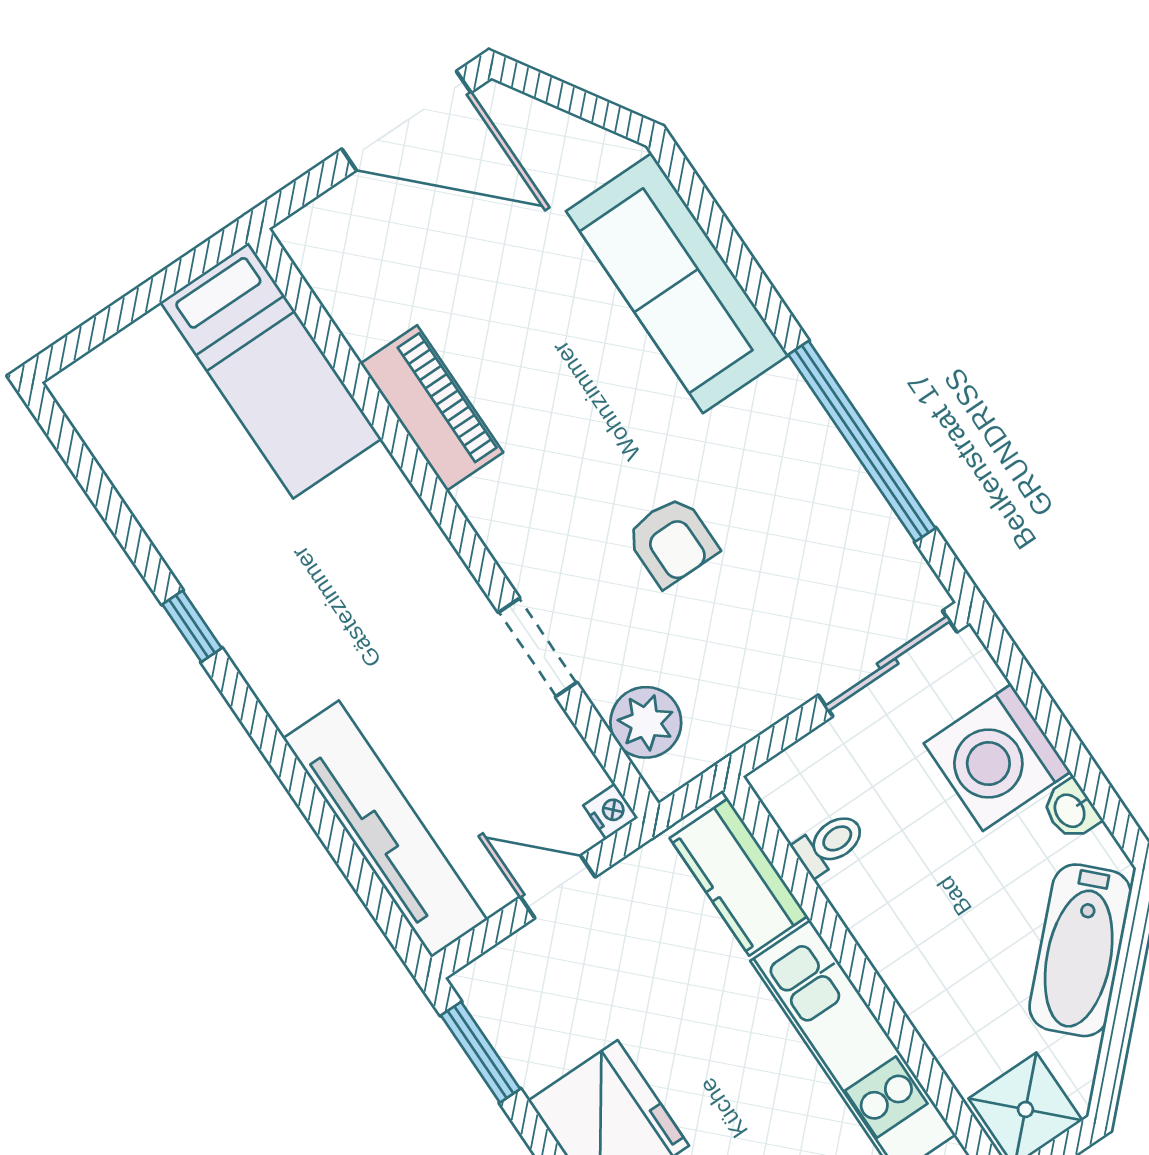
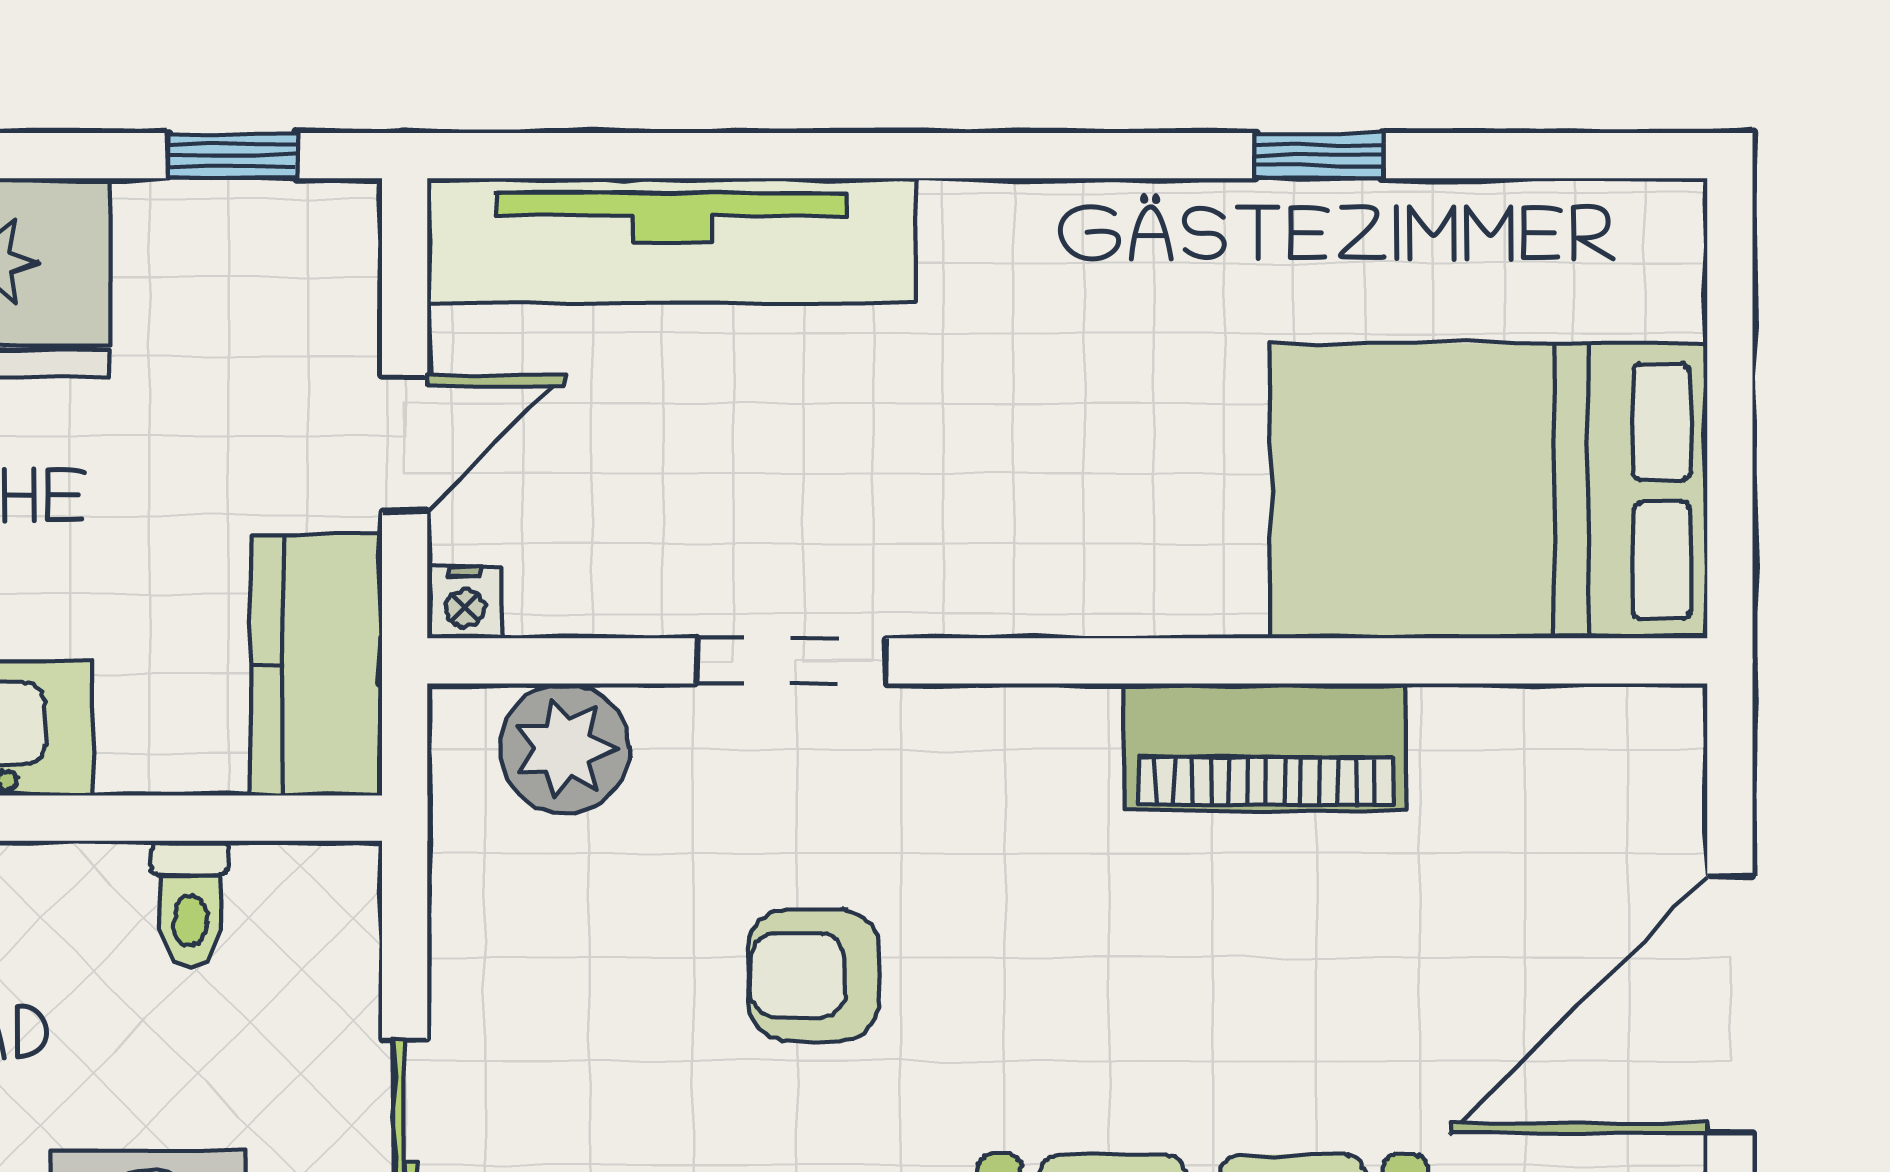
bed: (271, 370) -> (1489, 491), width x1.50
window: (192, 626) -> (1319, 156), moved
kitchen counter: (739, 877) -> (317, 665), moved, turned -90
window: (480, 1052) -> (232, 156), width x0.67

